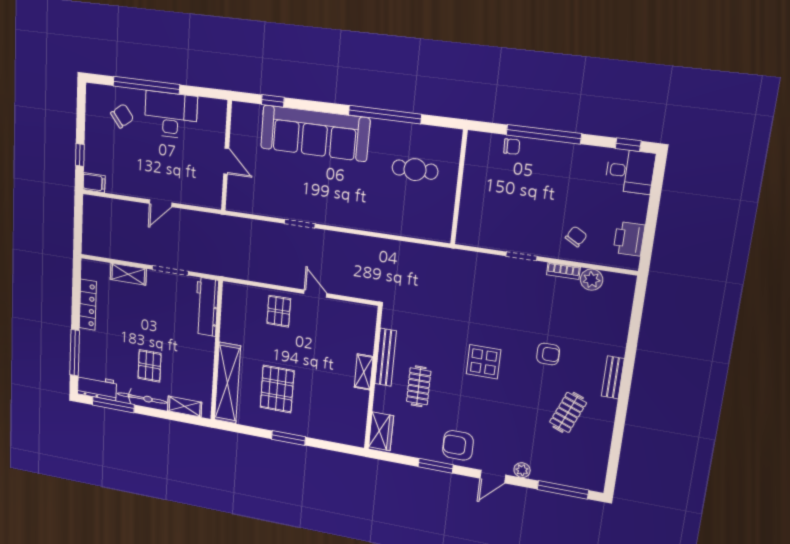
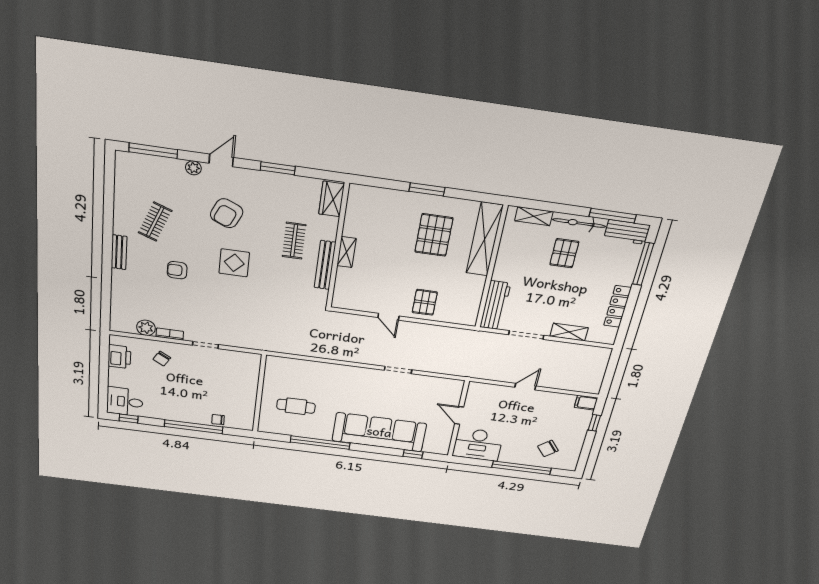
desk: (171, 115) -> (478, 444), moved
armchair: (458, 445) -> (227, 213), moved, turned 114

